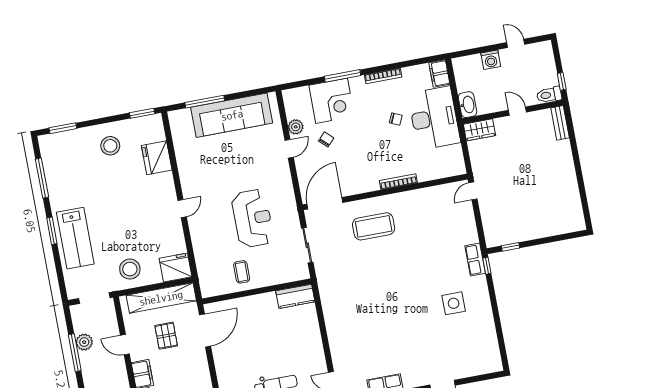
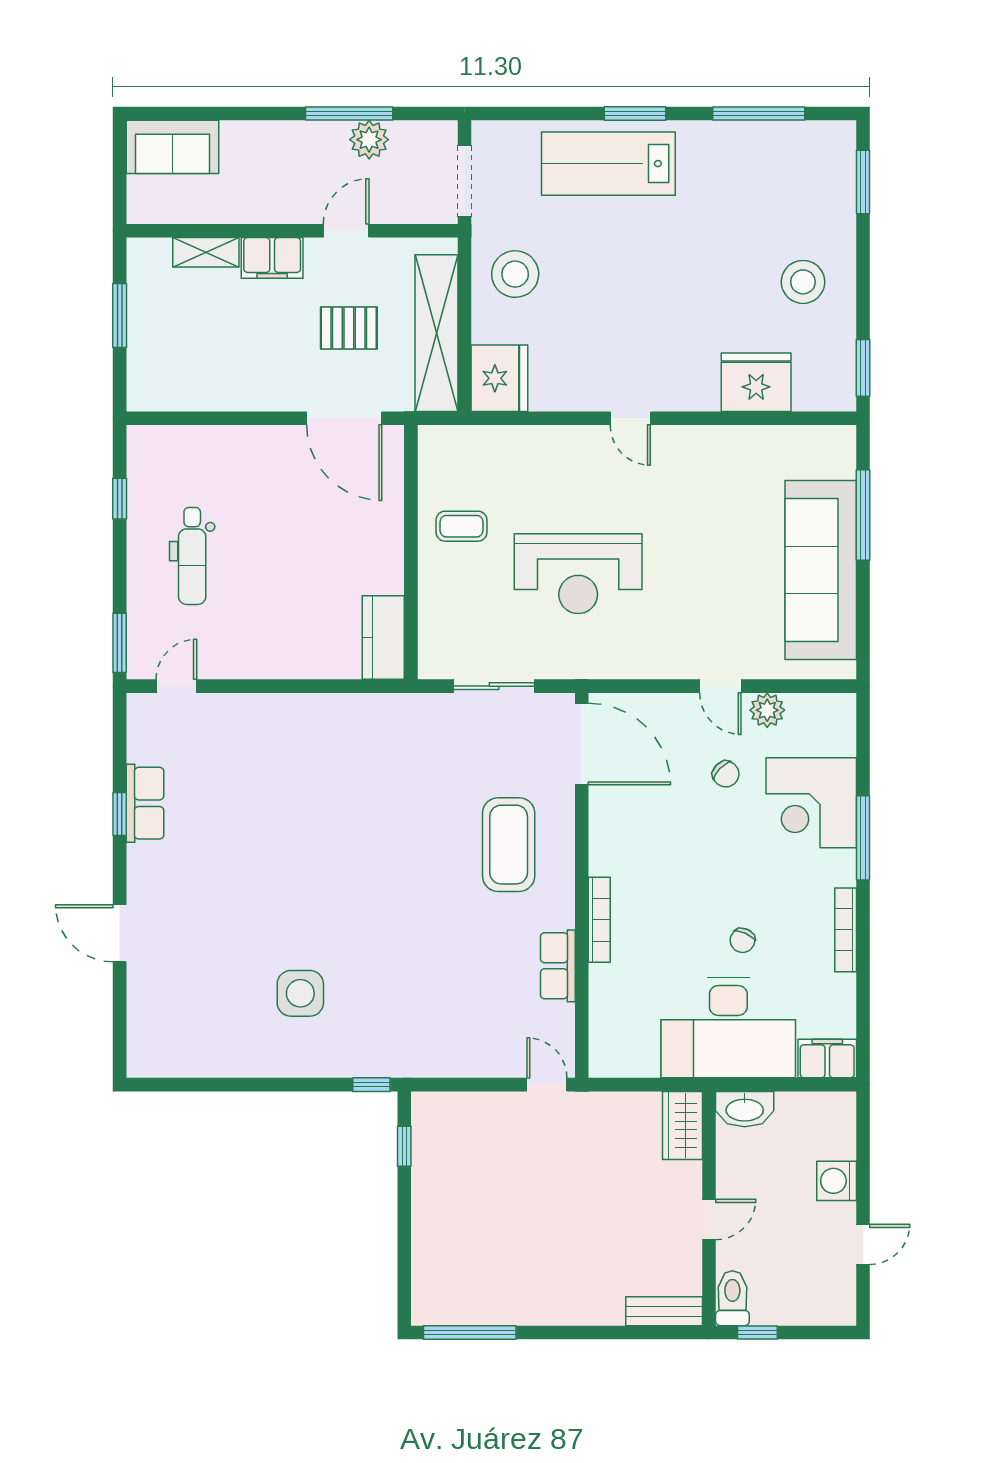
window: (585, 204) -> (470, 1332), added
row of seats: (475, 260) -> (558, 966), moved, turned -90

